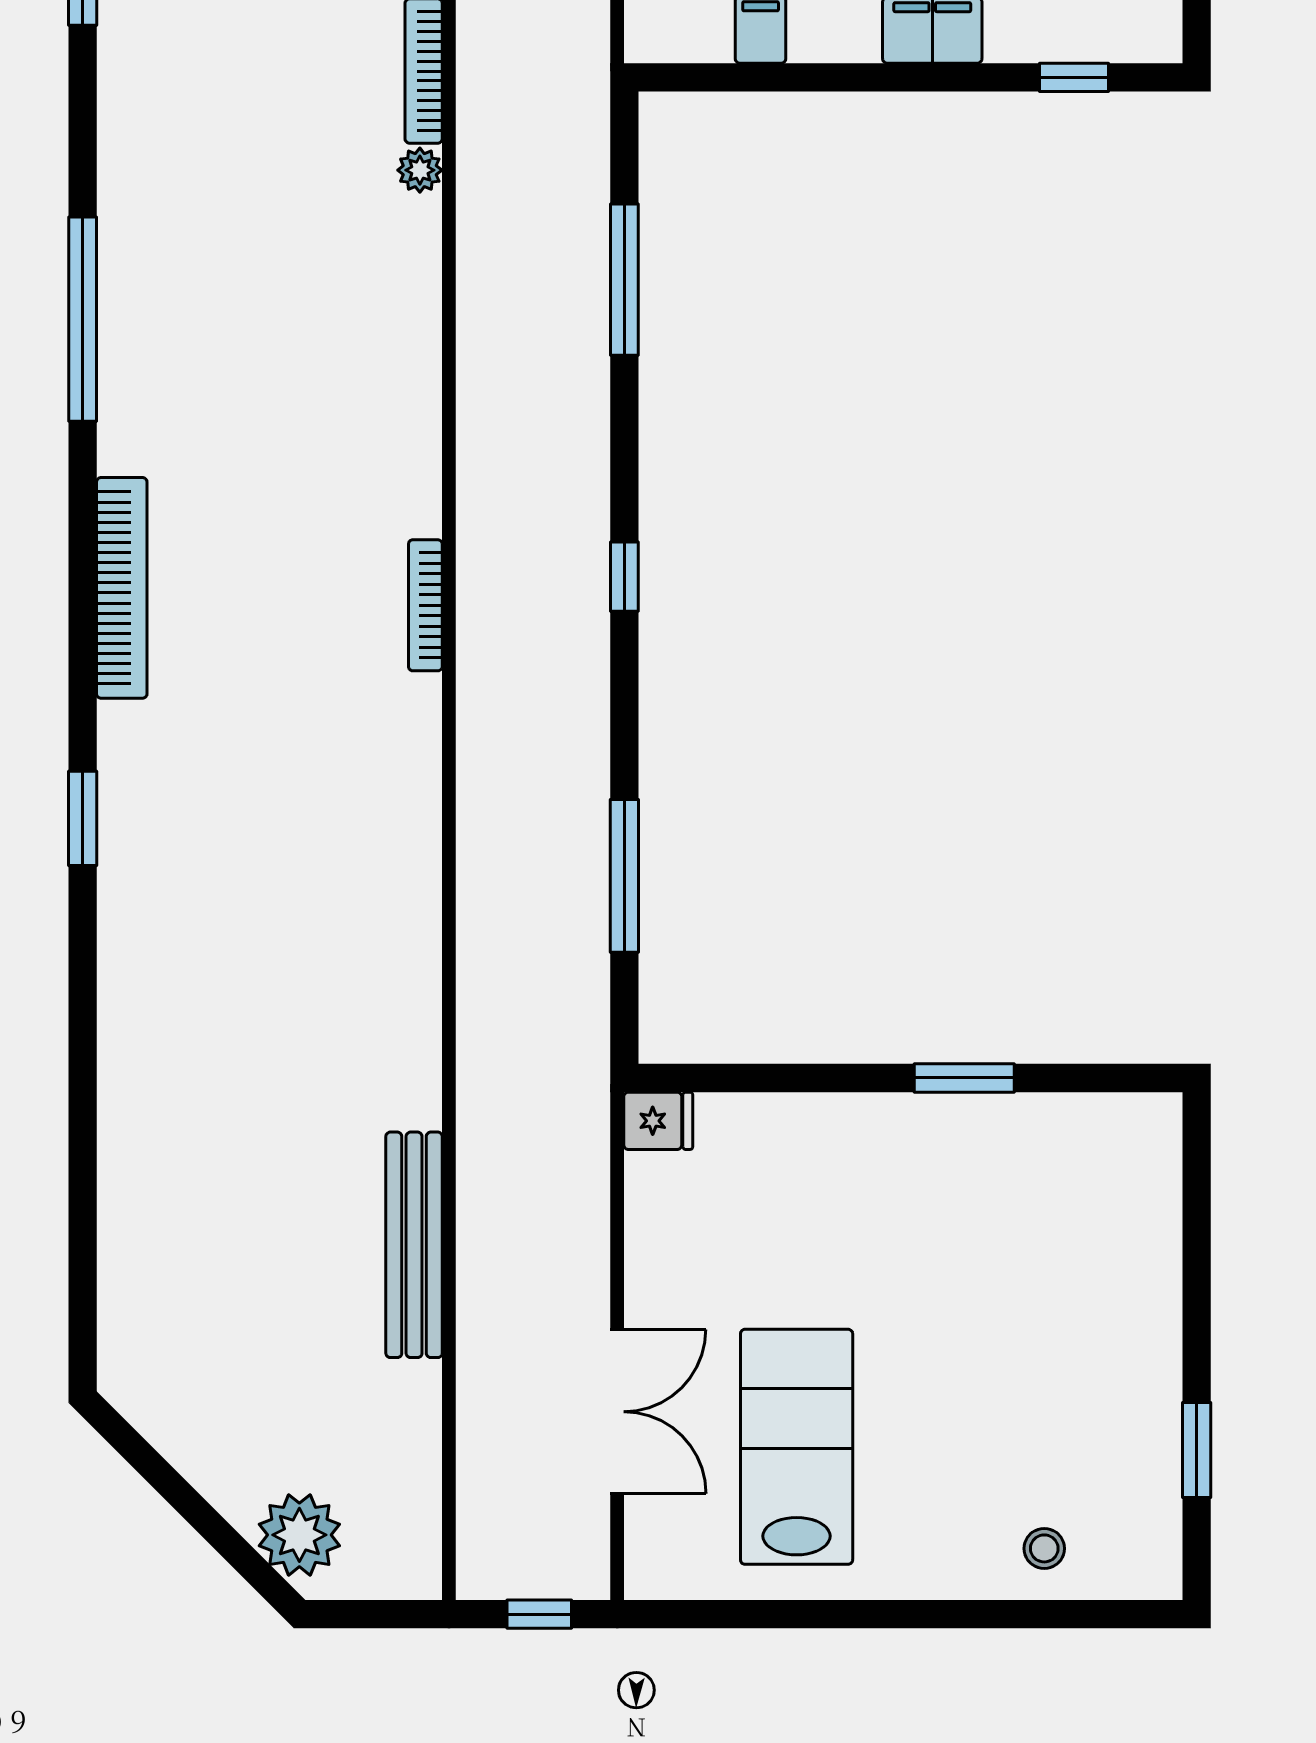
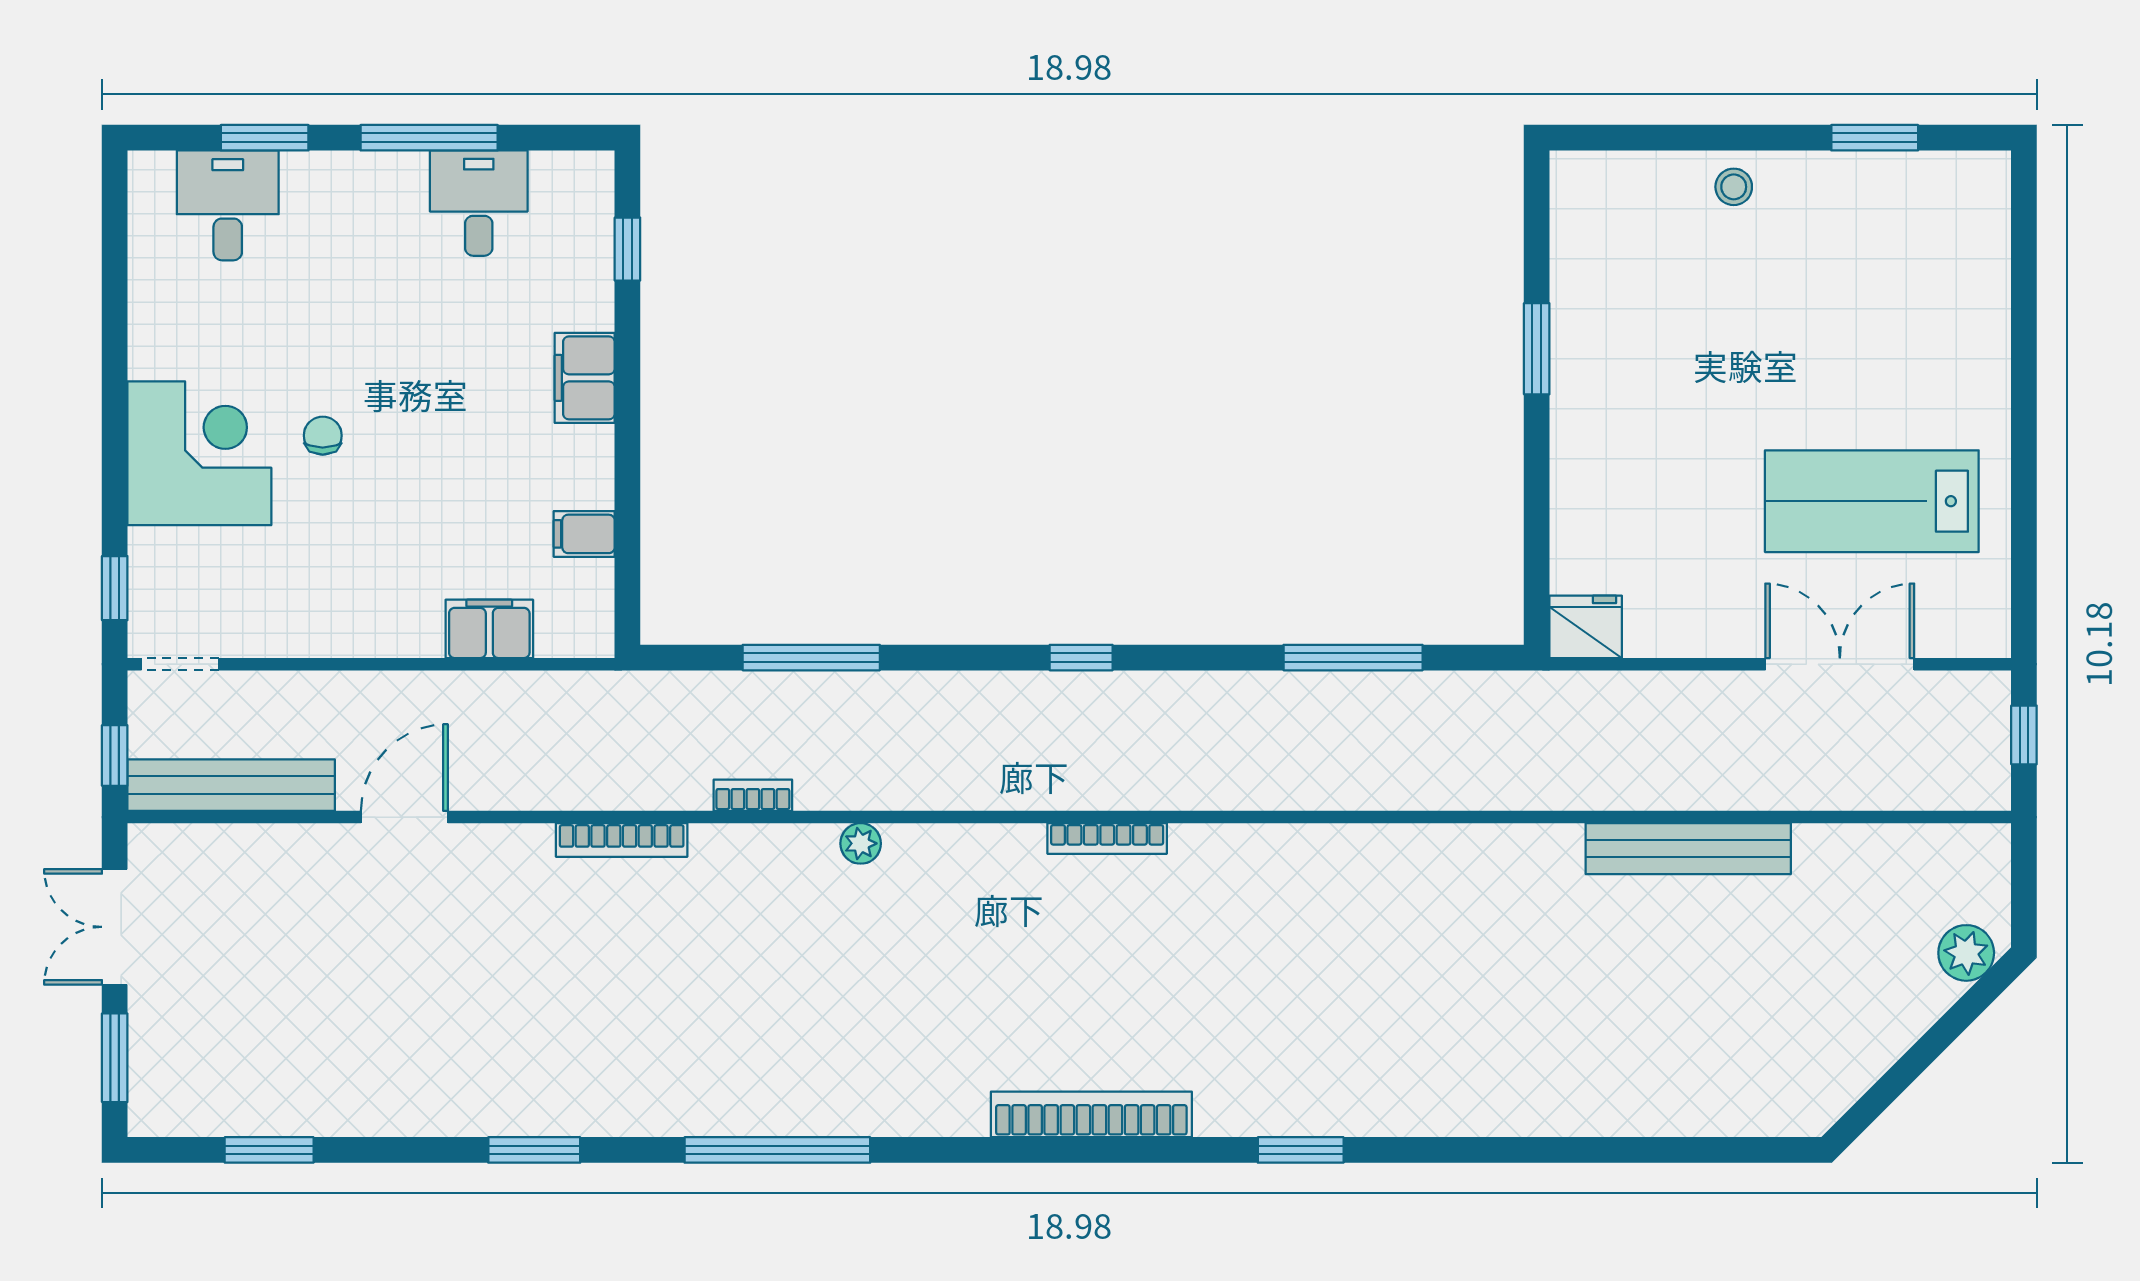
plant: (420, 170) -> (861, 843), moved
bookcase: (473, 215) -> (753, 795), added
window: (83, 319) -> (777, 1150), moved
fridge: (658, 1121) -> (1586, 627), width x1.38
plant: (299, 1535) -> (1966, 953), width x0.73, depth x0.73
stool: (1044, 1548) -> (1734, 187), moved

